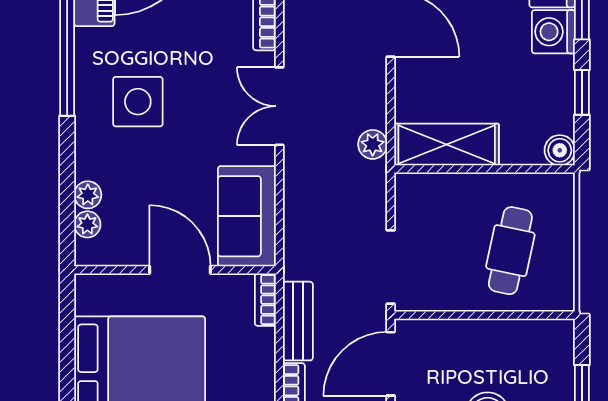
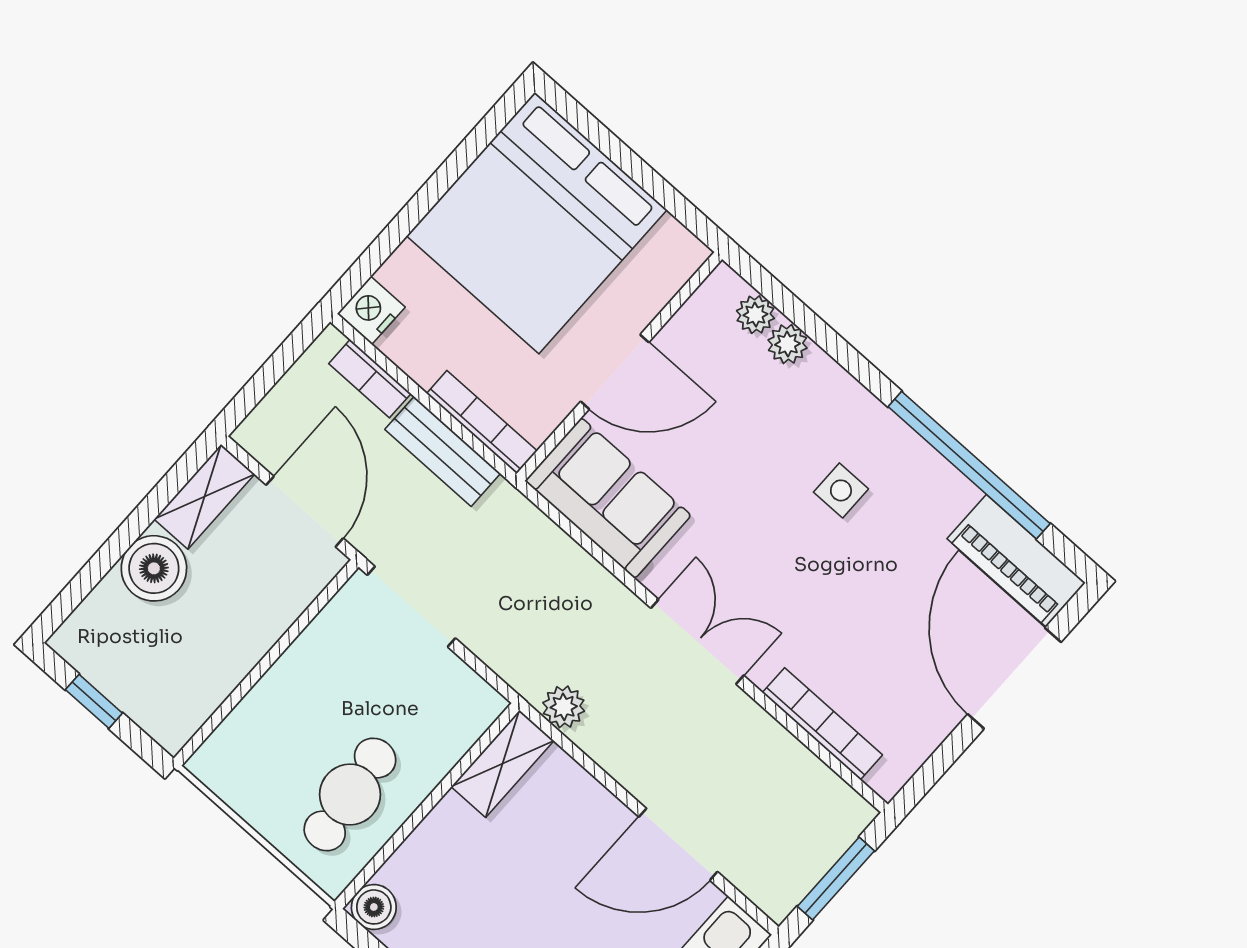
side table: (138, 102) -> (841, 490), width x0.54, depth x0.54
shelving: (447, 145) -> (503, 764), width x0.67, depth x0.75
cafe table: (510, 251) -> (350, 794), moved, turned 71
bookcase: (265, 300) -> (482, 422), width x1.56

